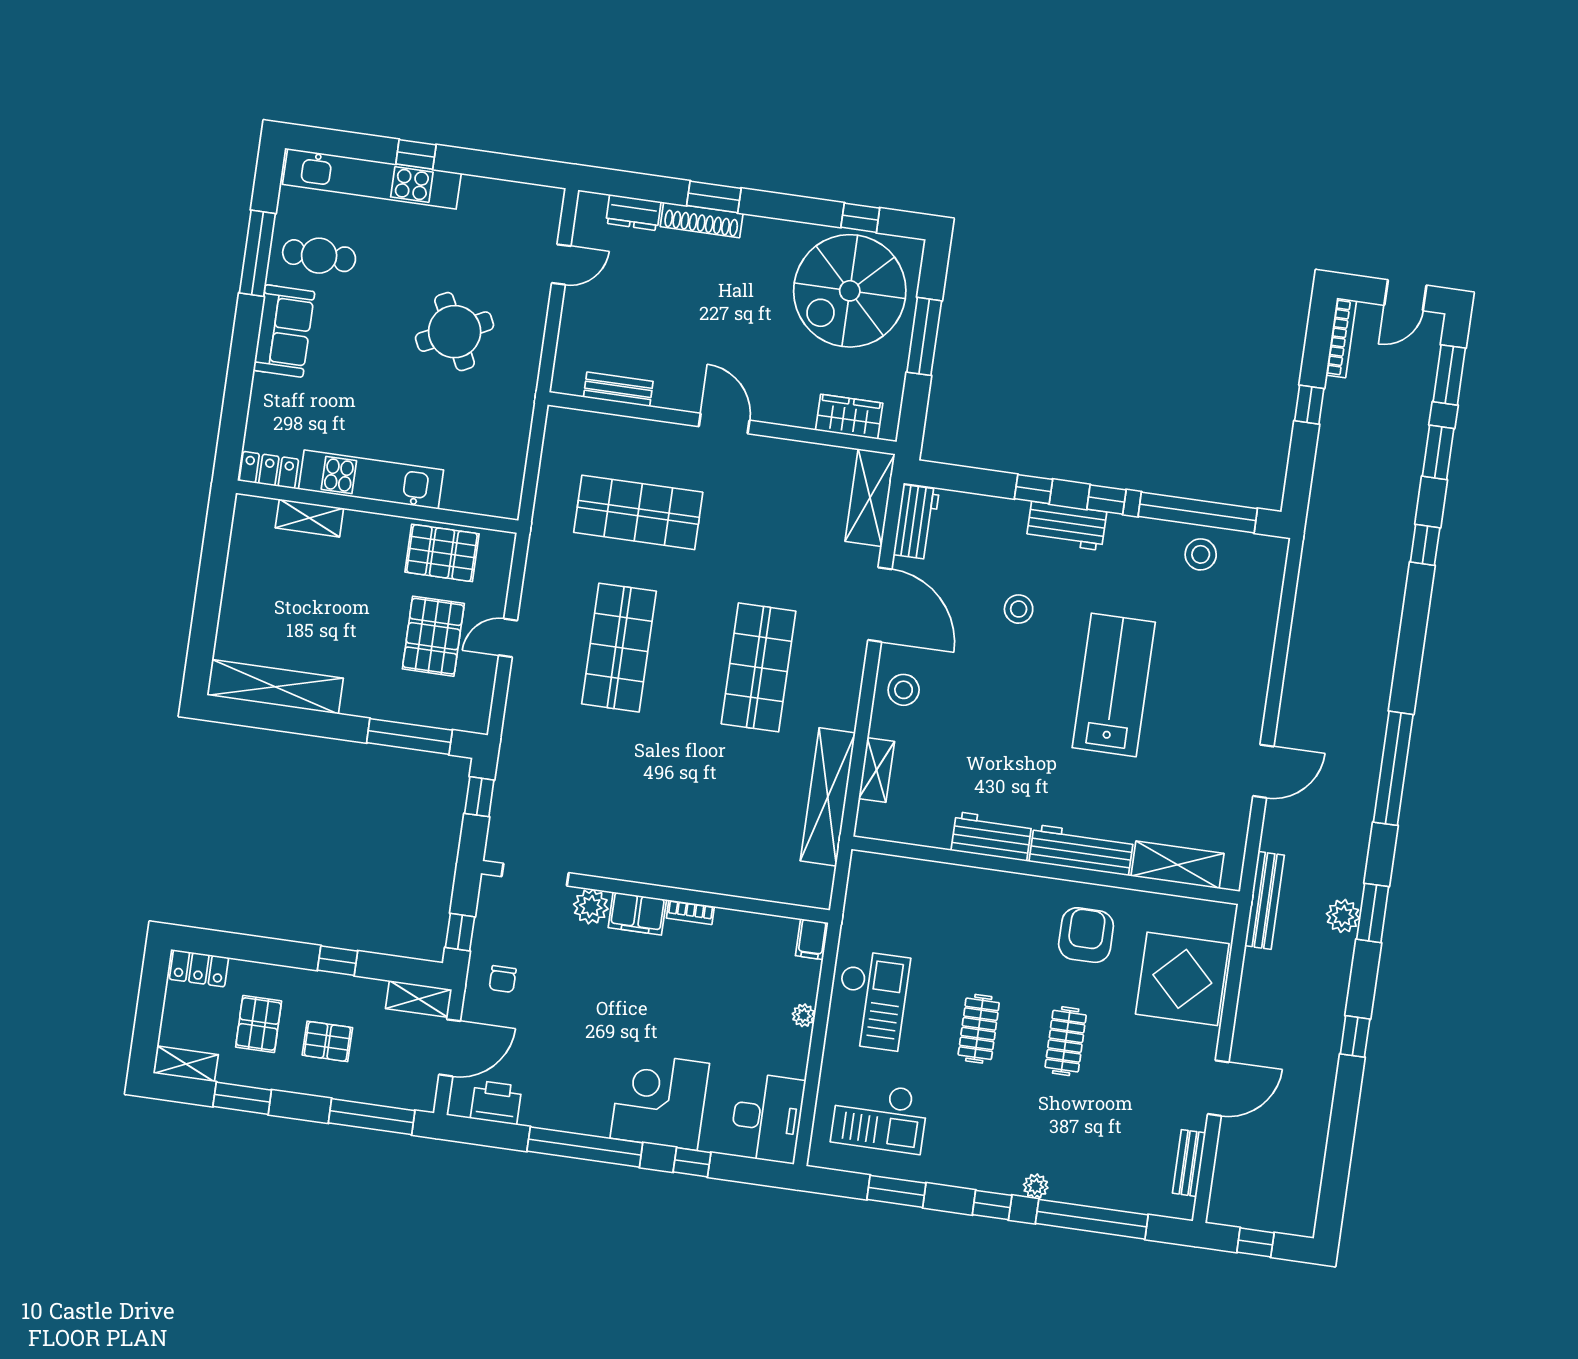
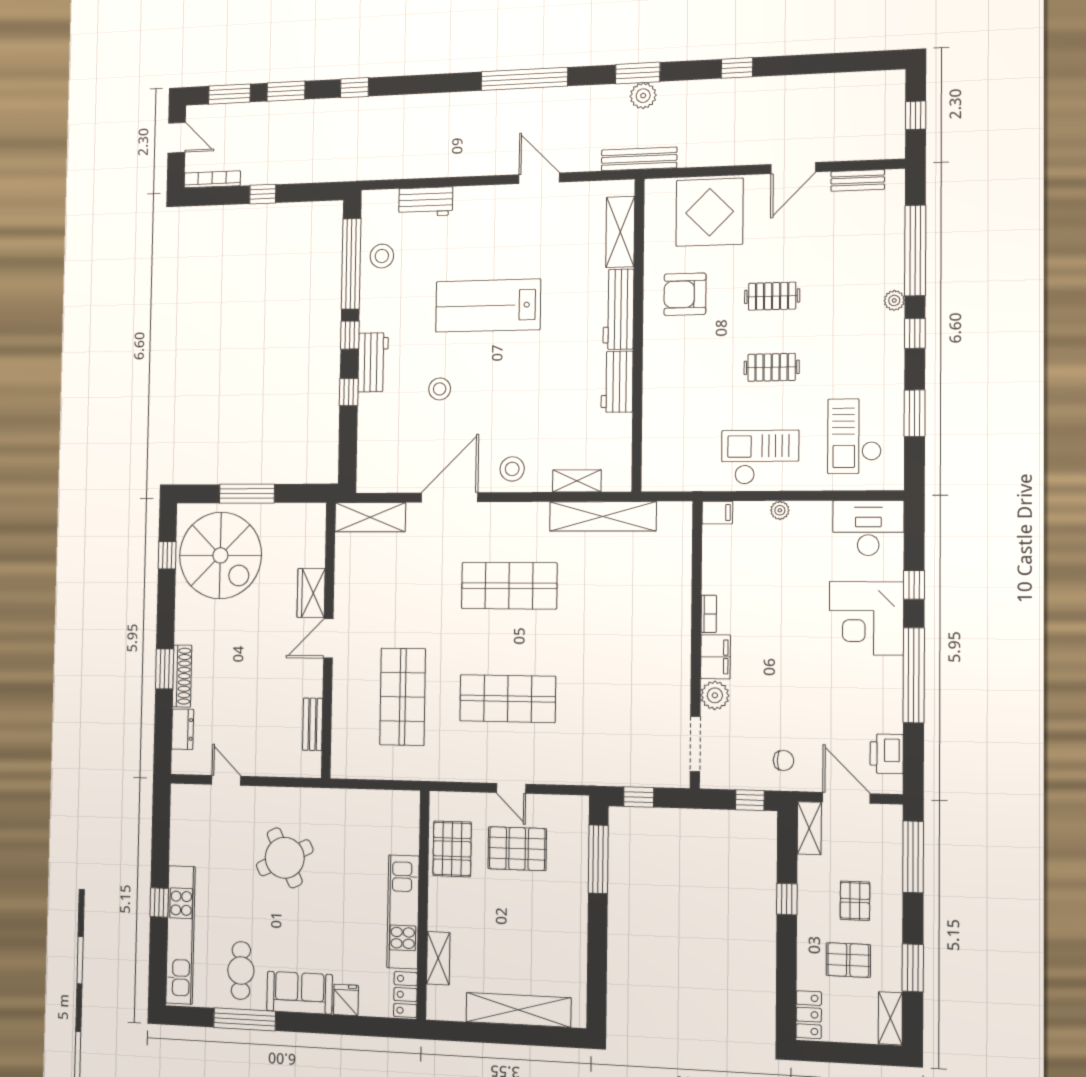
fridge: (269, 391) -> (346, 1000), added
wardrobe: (849, 417) -> (311, 593), moved
workbench: (916, 522) -> (426, 202), moved, turned 180
shelving: (275, 687) -> (518, 1010), moved, turned 90
door: (1218, 1088) -> (793, 168), swing flipped
checkout: (880, 1117) -> (854, 436), turned 180

